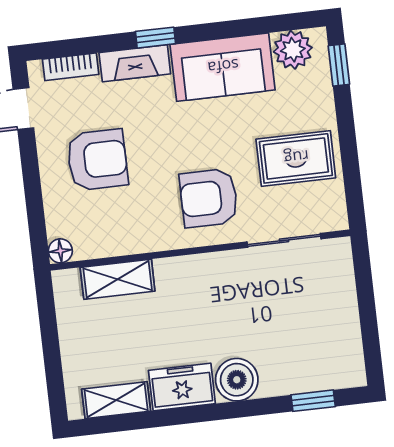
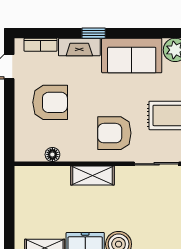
floor lamp: (60, 251) -> (52, 154), moved
shelving: (118, 279) -> (92, 176), moved

